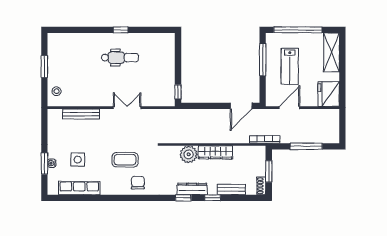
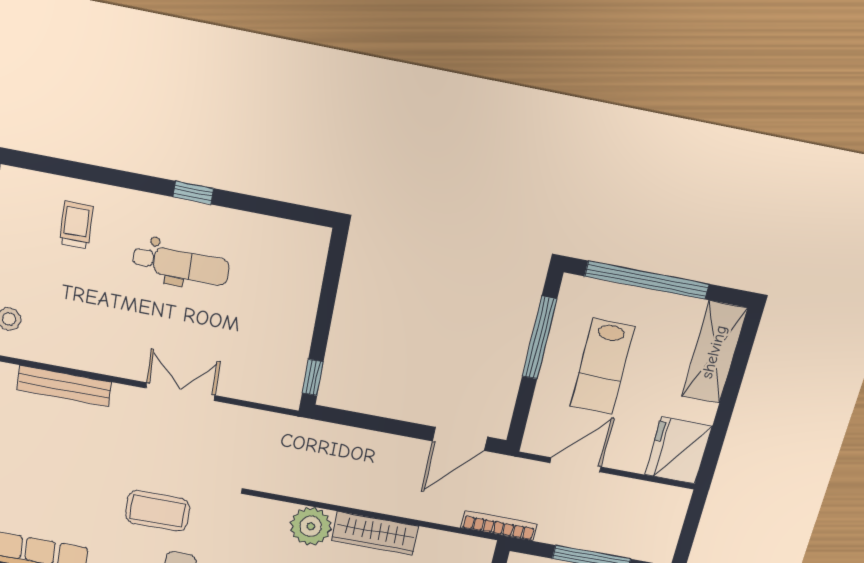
trolley: (78, 50) -> (76, 225), added
side table: (78, 160) -> (44, 490), removed

